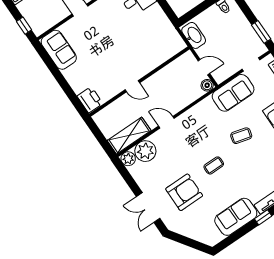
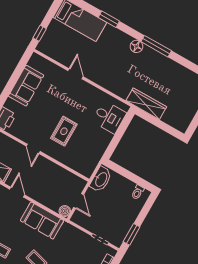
rug: (130, 48) -> (64, 131), added
sofa: (59, 50) -> (26, 86), moved
sofa: (233, 93) -> (42, 221), moved

